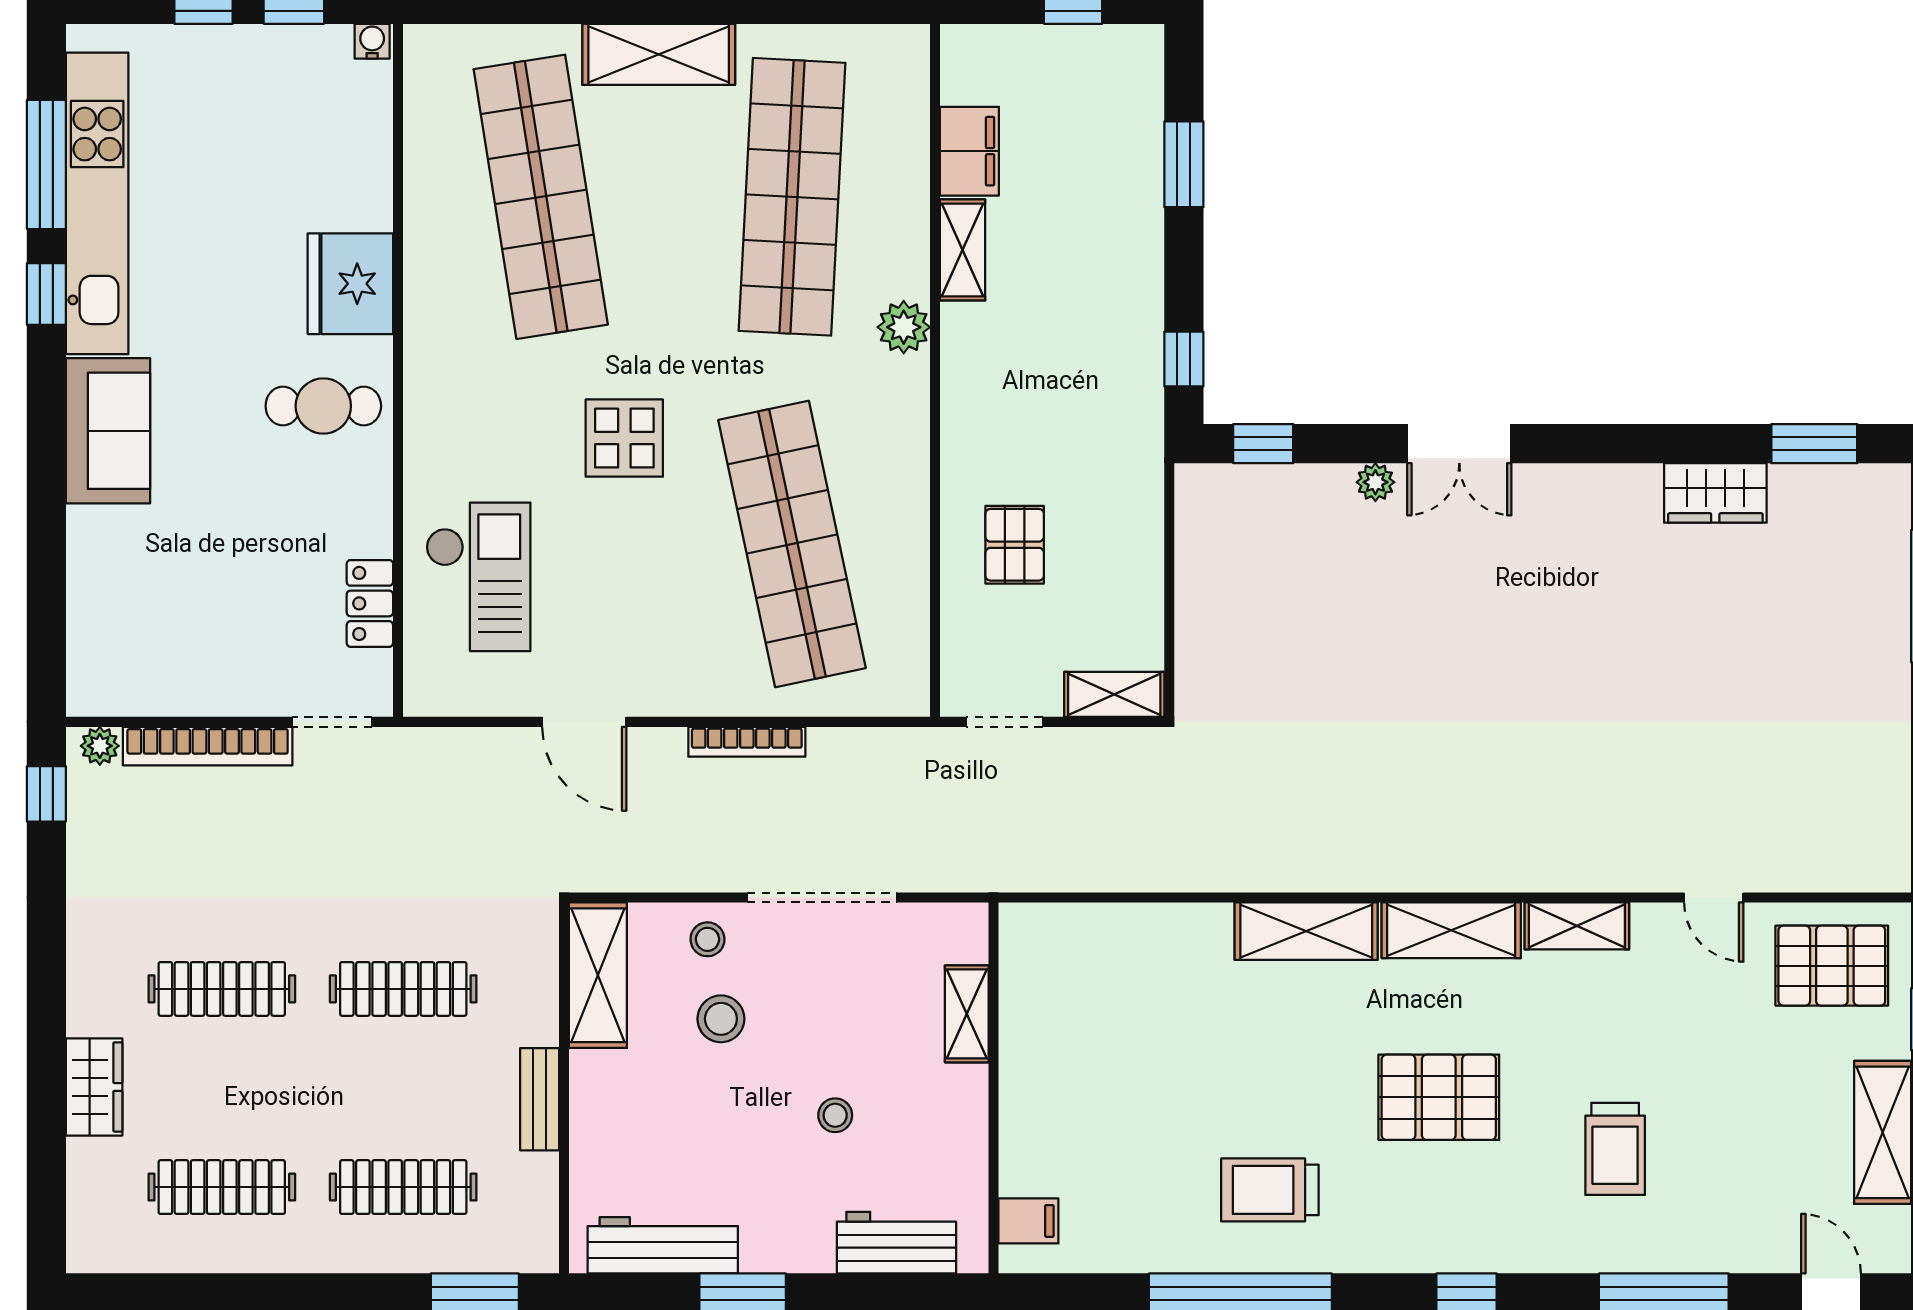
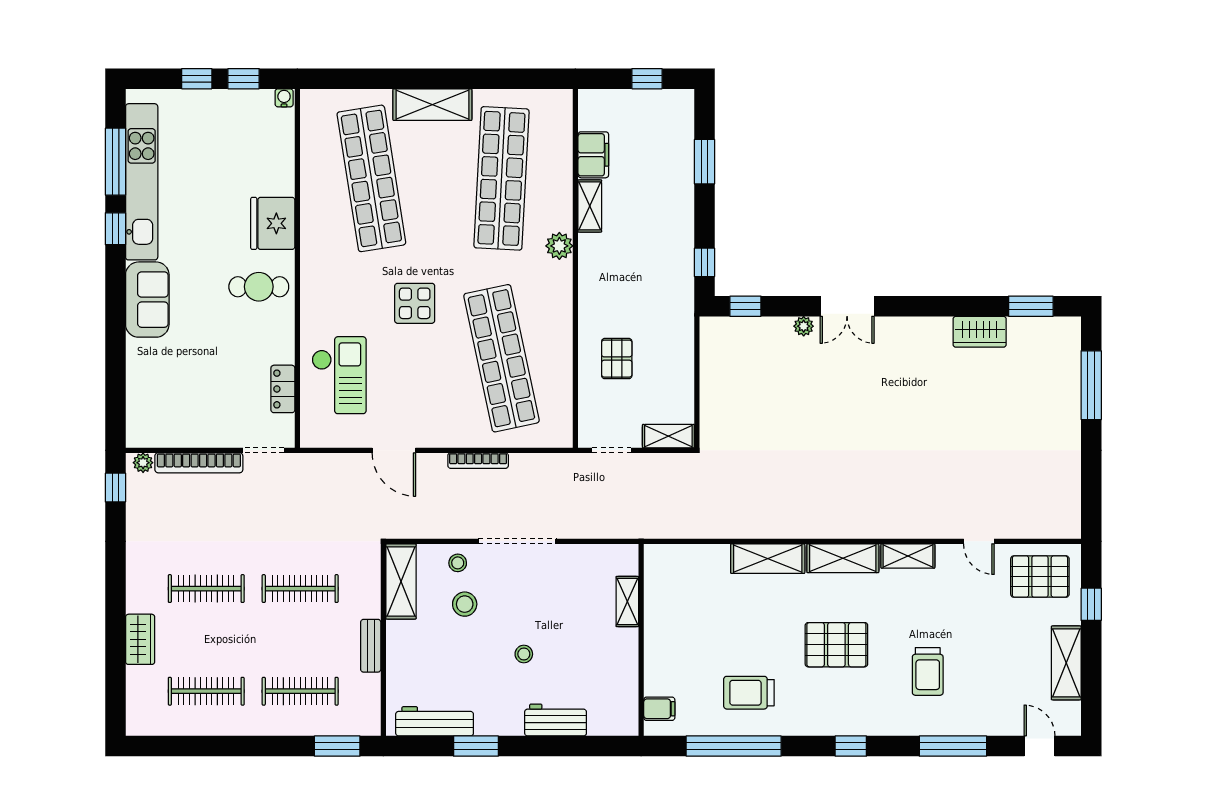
shelving: (967, 1014) -> (627, 602), moved
wall: (993, 1088) -> (641, 640), moved
filing cabinet: (1028, 1221) -> (659, 709), moved

